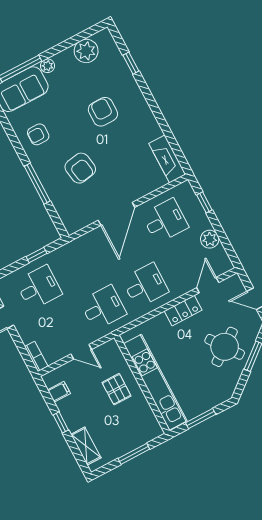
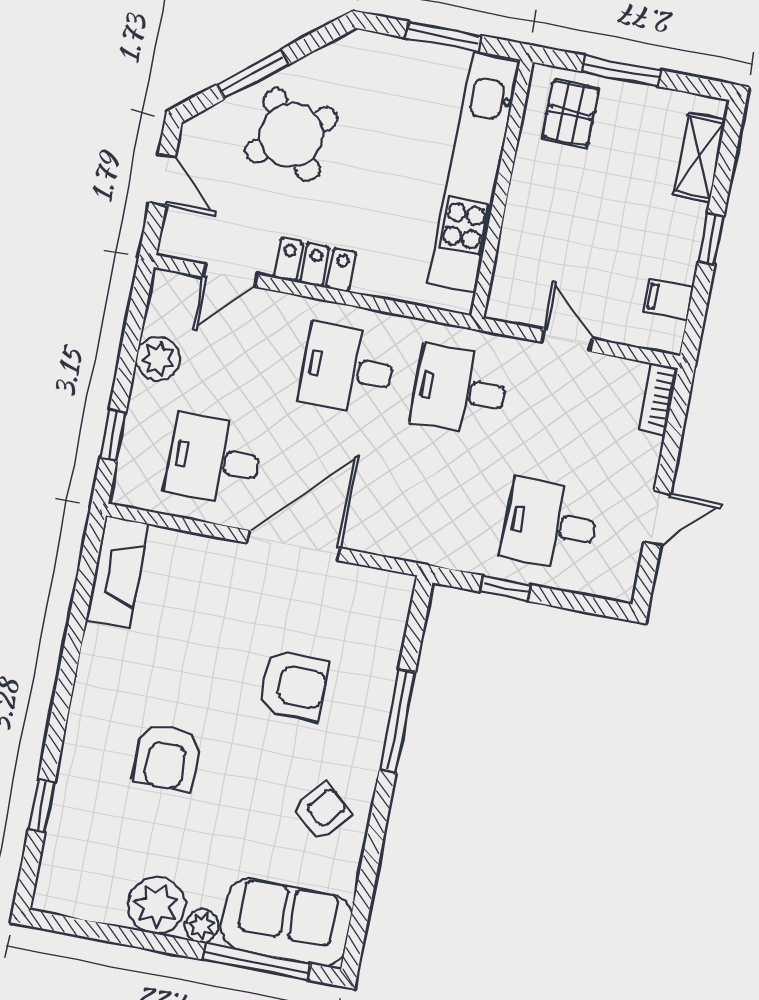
plant: (86, 51) -> (156, 905), moved
armchair: (38, 134) -> (322, 812), turned -50
armchair: (80, 168) -> (294, 686), turned 101
pallet: (117, 389) -> (570, 113), moved

